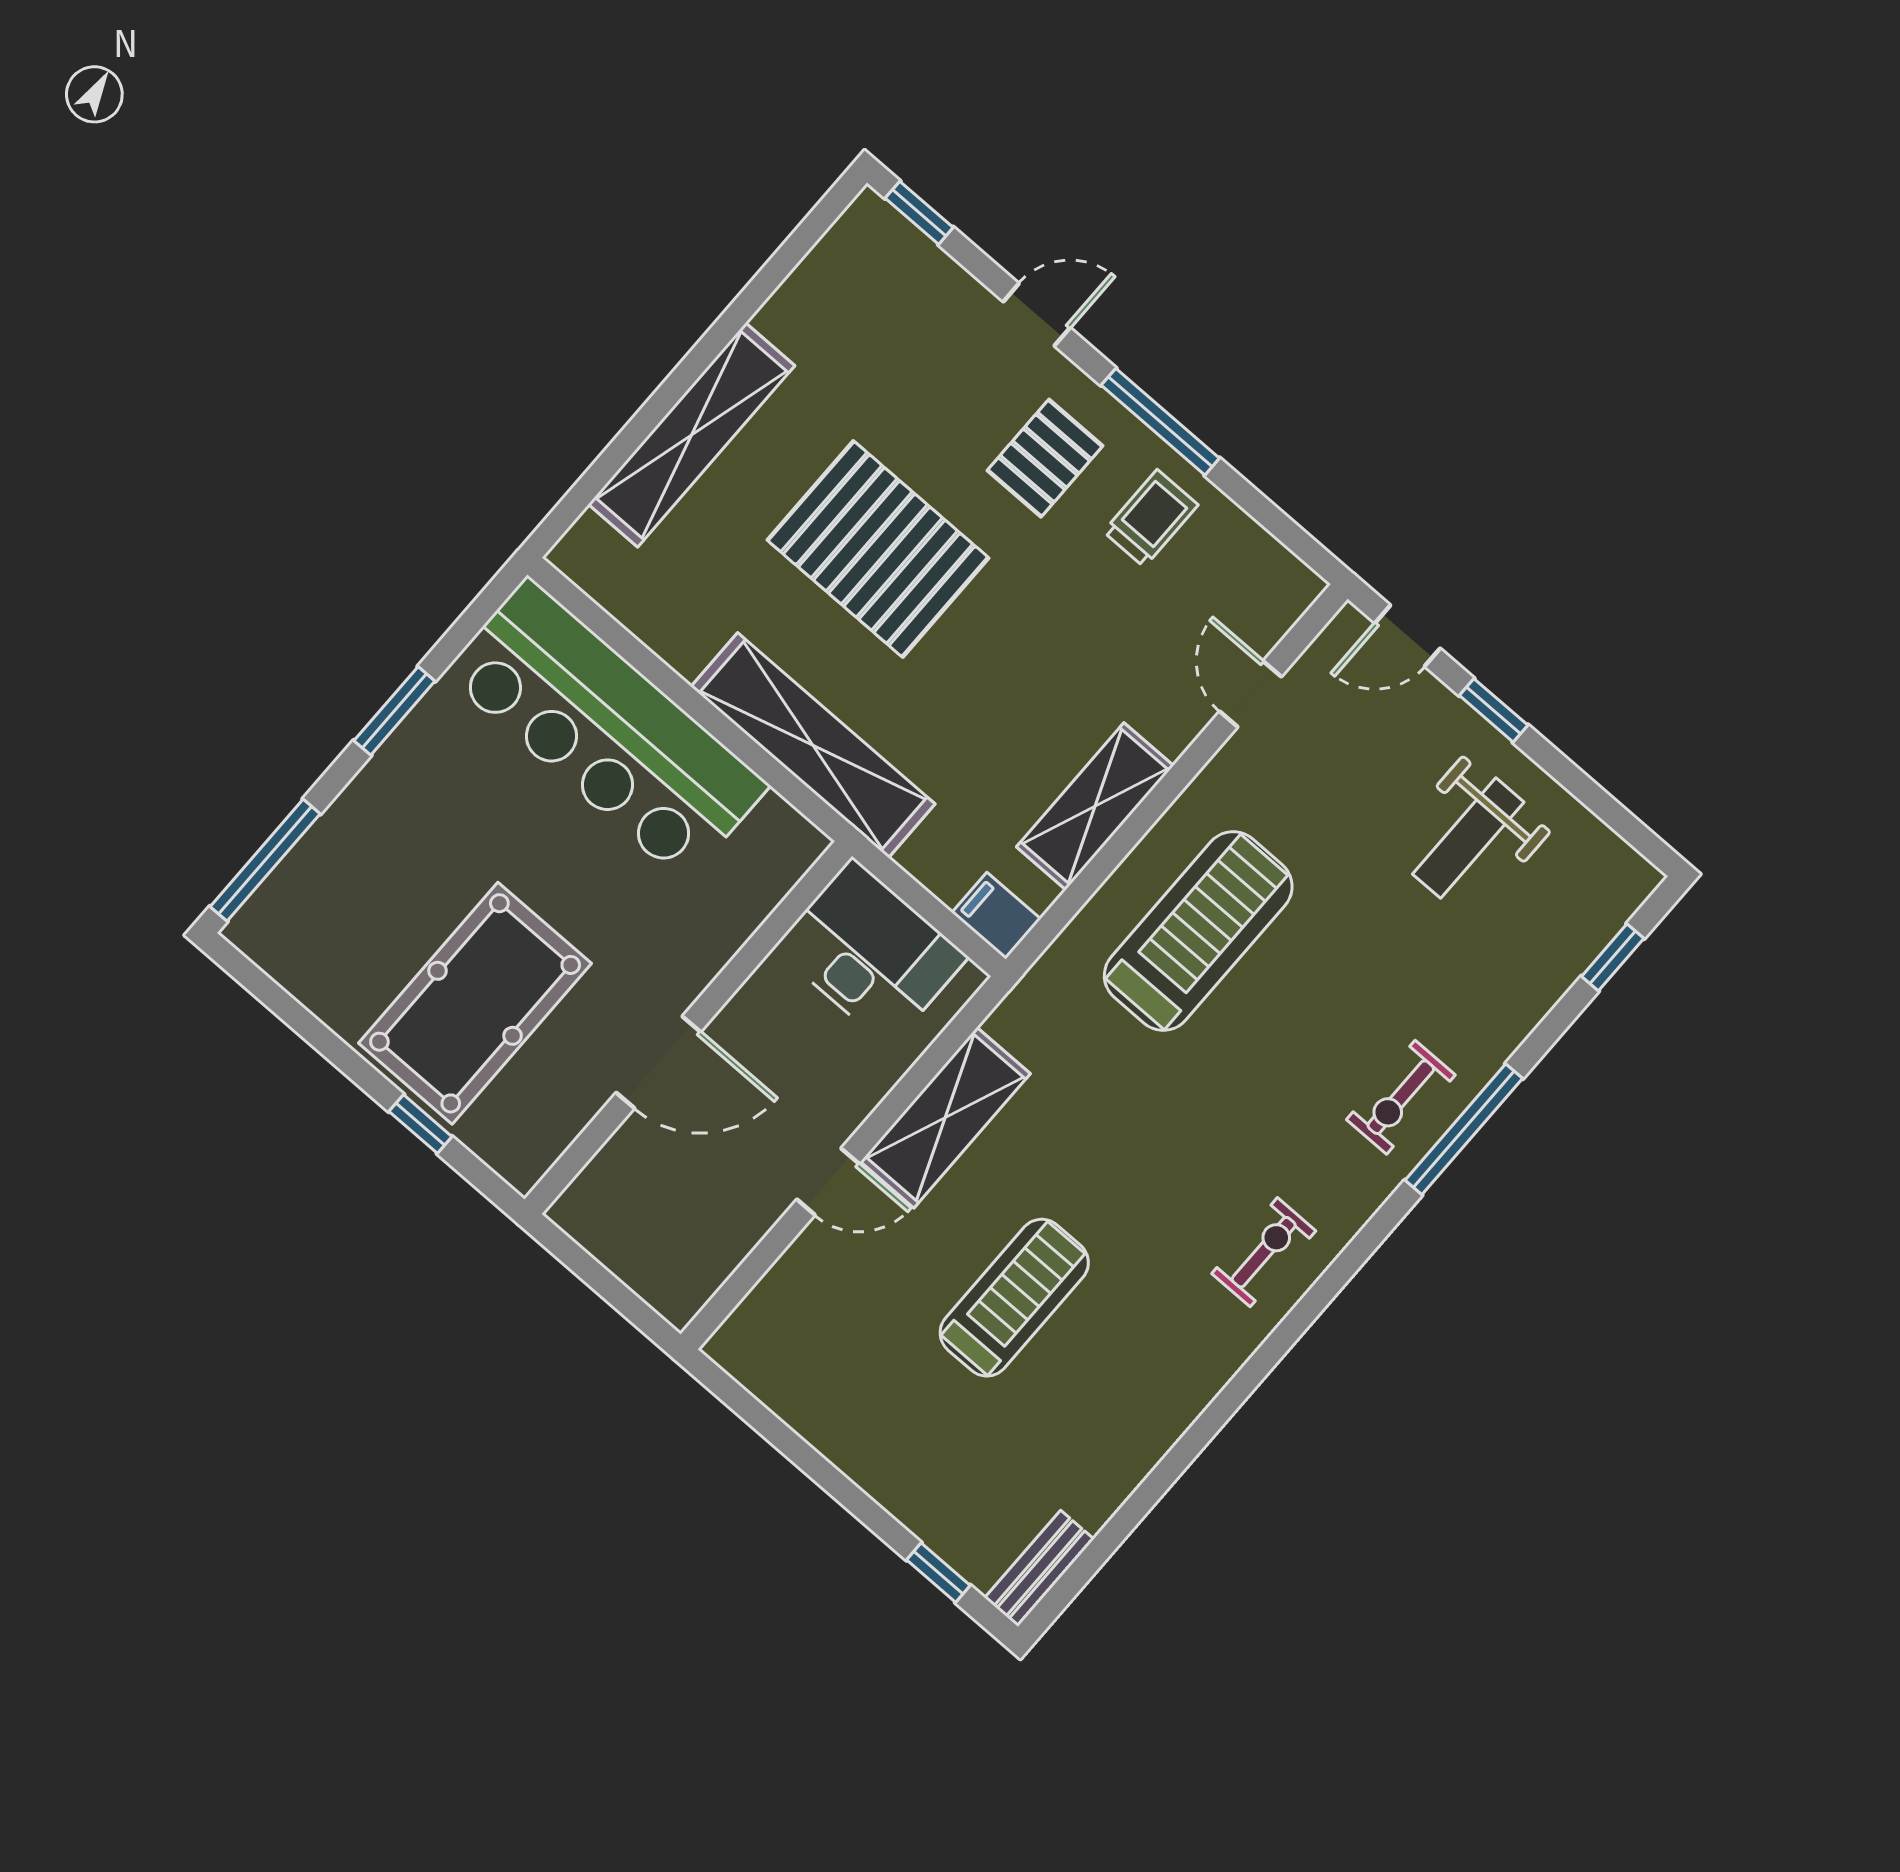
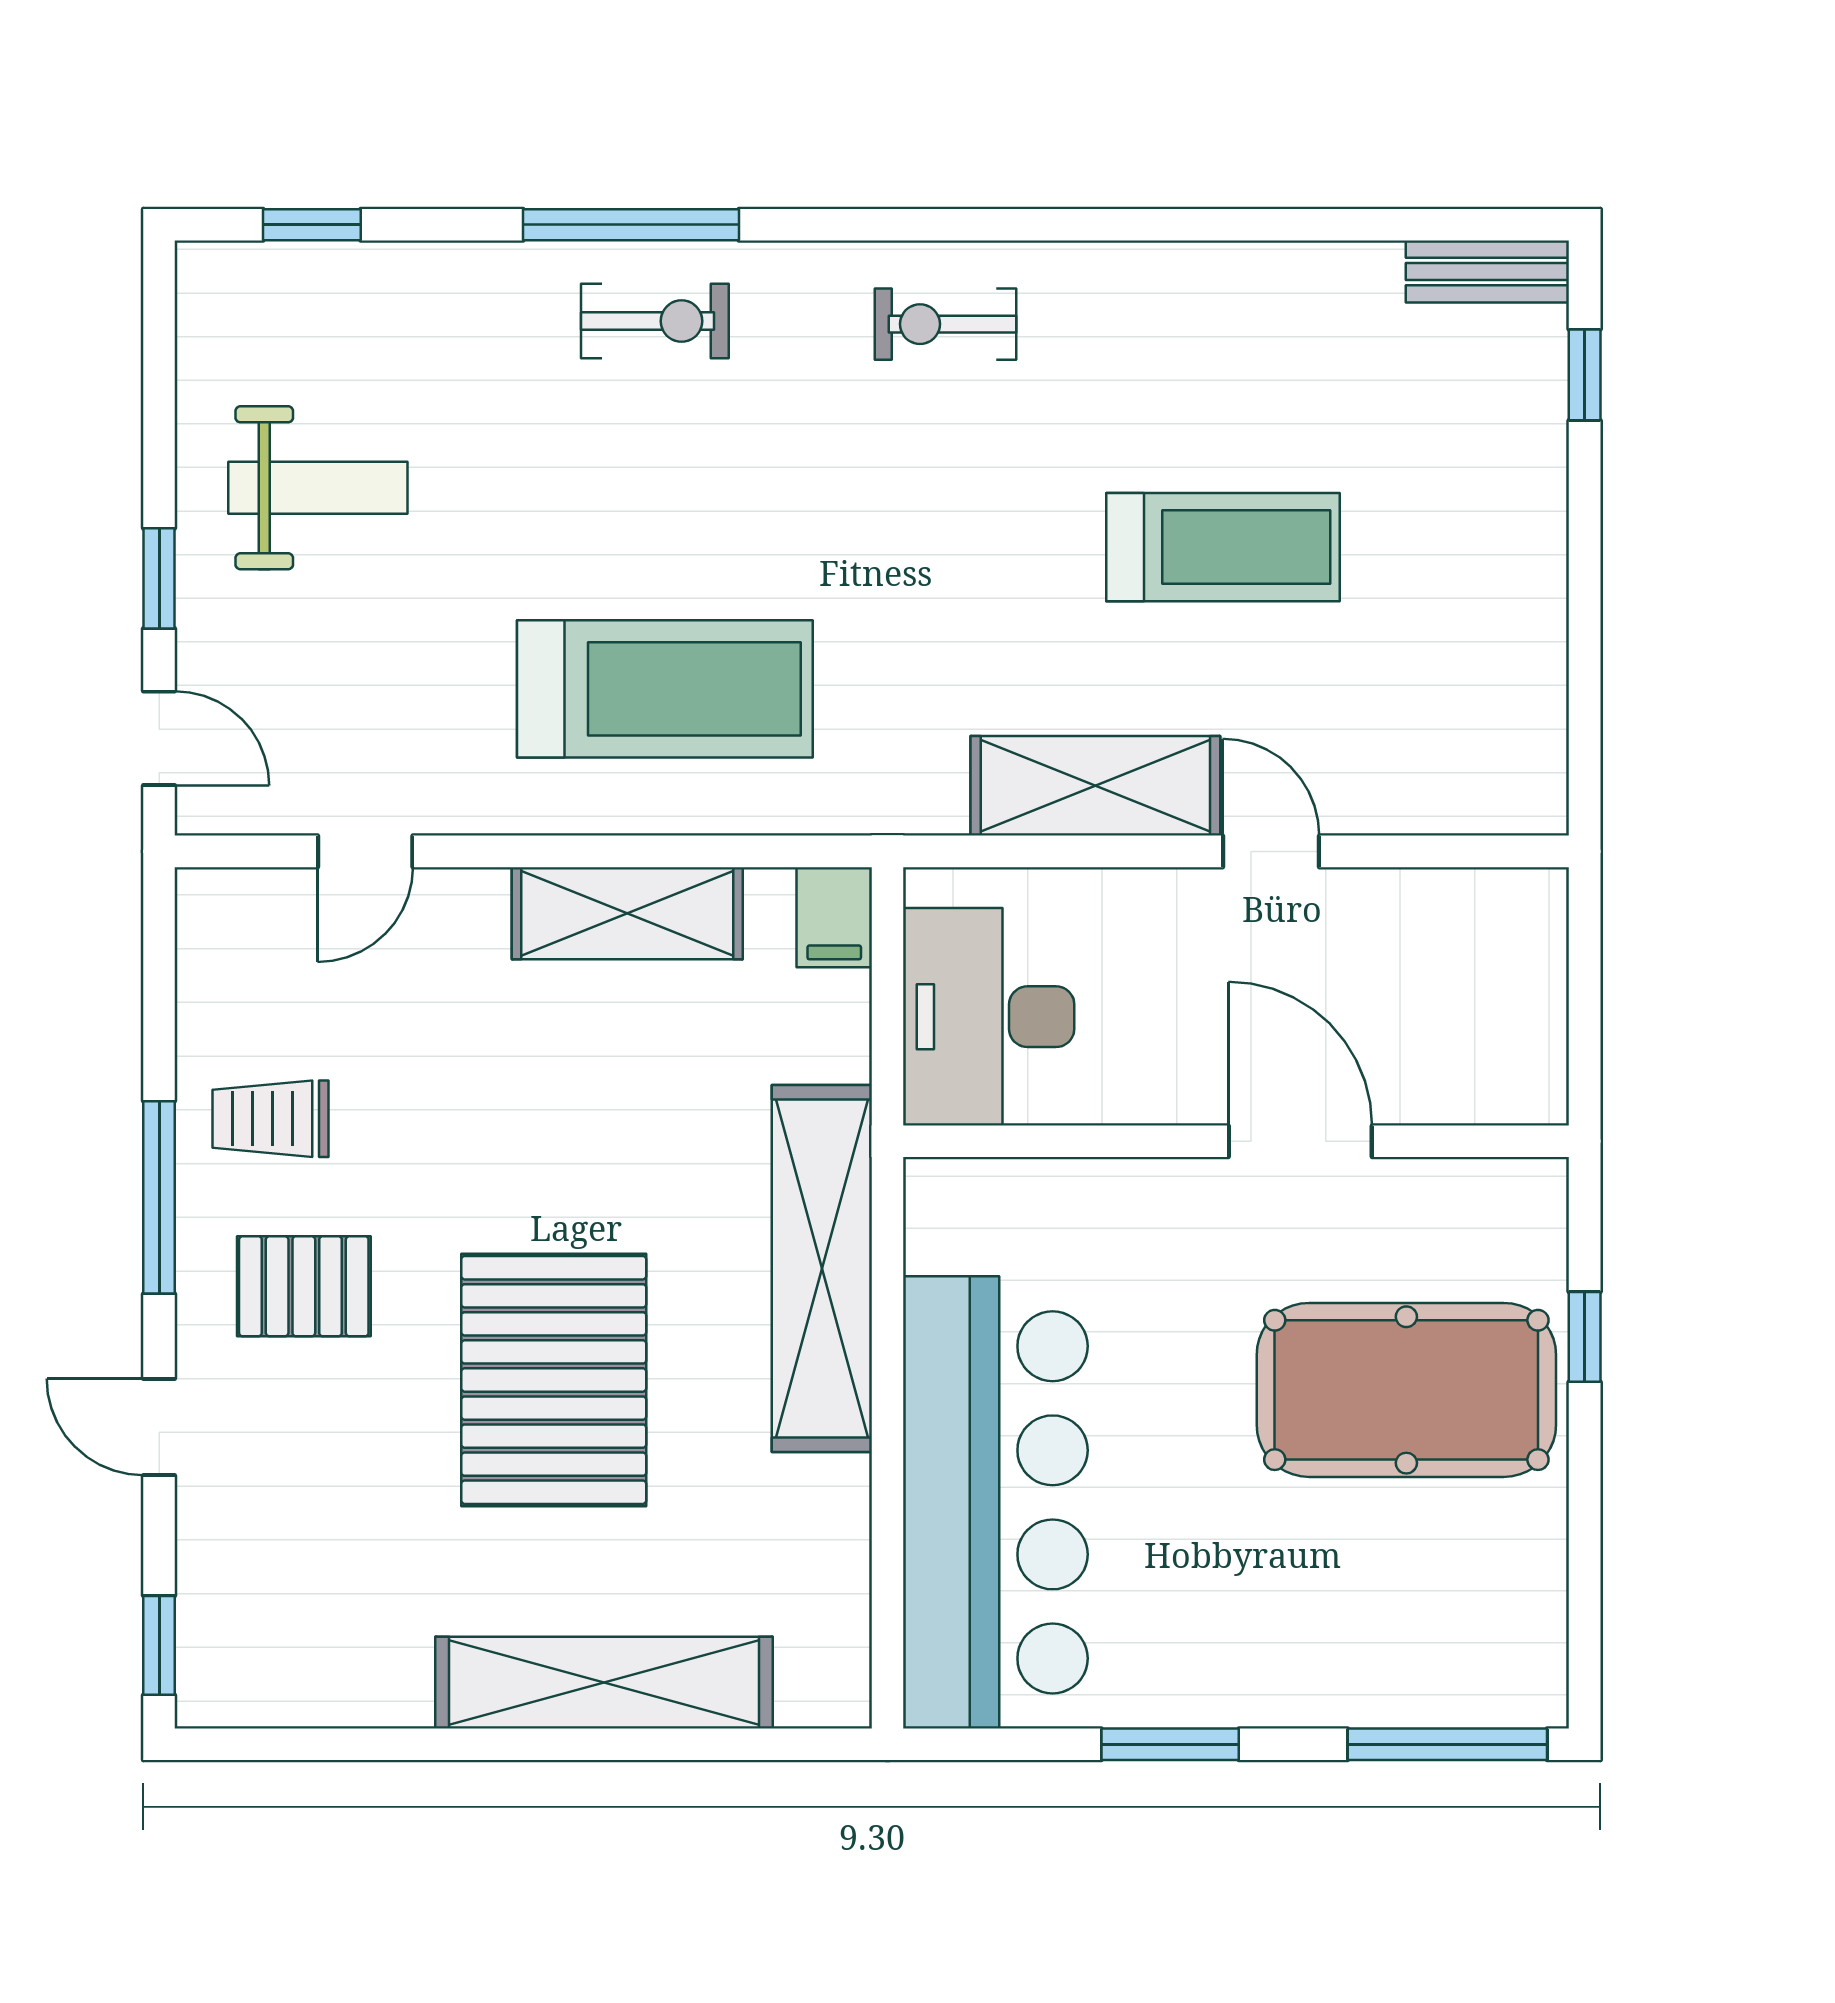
treadmill: (1198, 931) -> (665, 689), turned 180
treadmill: (1014, 1298) -> (1223, 547), turned 180

